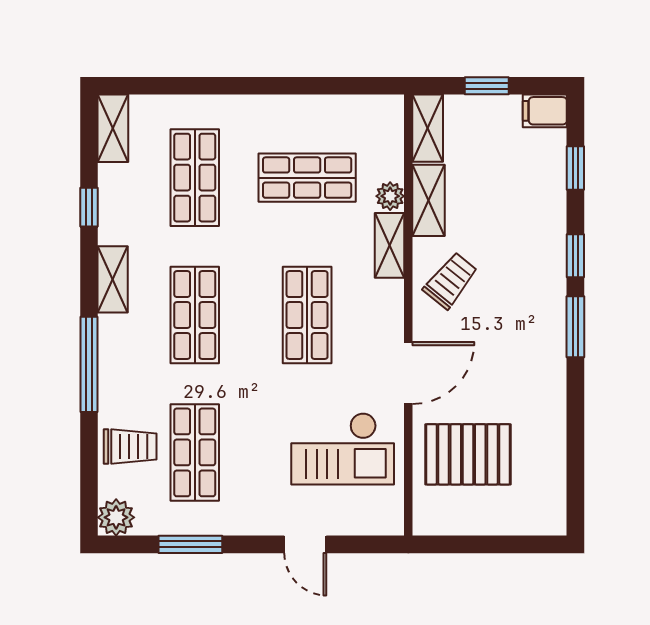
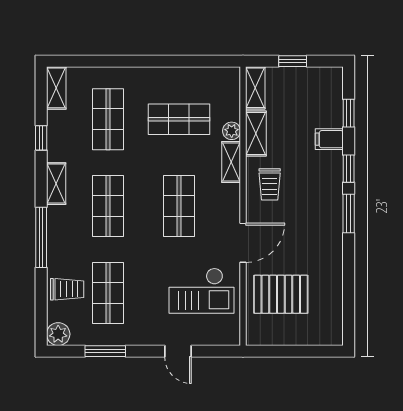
filing cabinet: (545, 111) -> (329, 139), moved
trolley: (450, 281) -> (270, 184), turned 141

